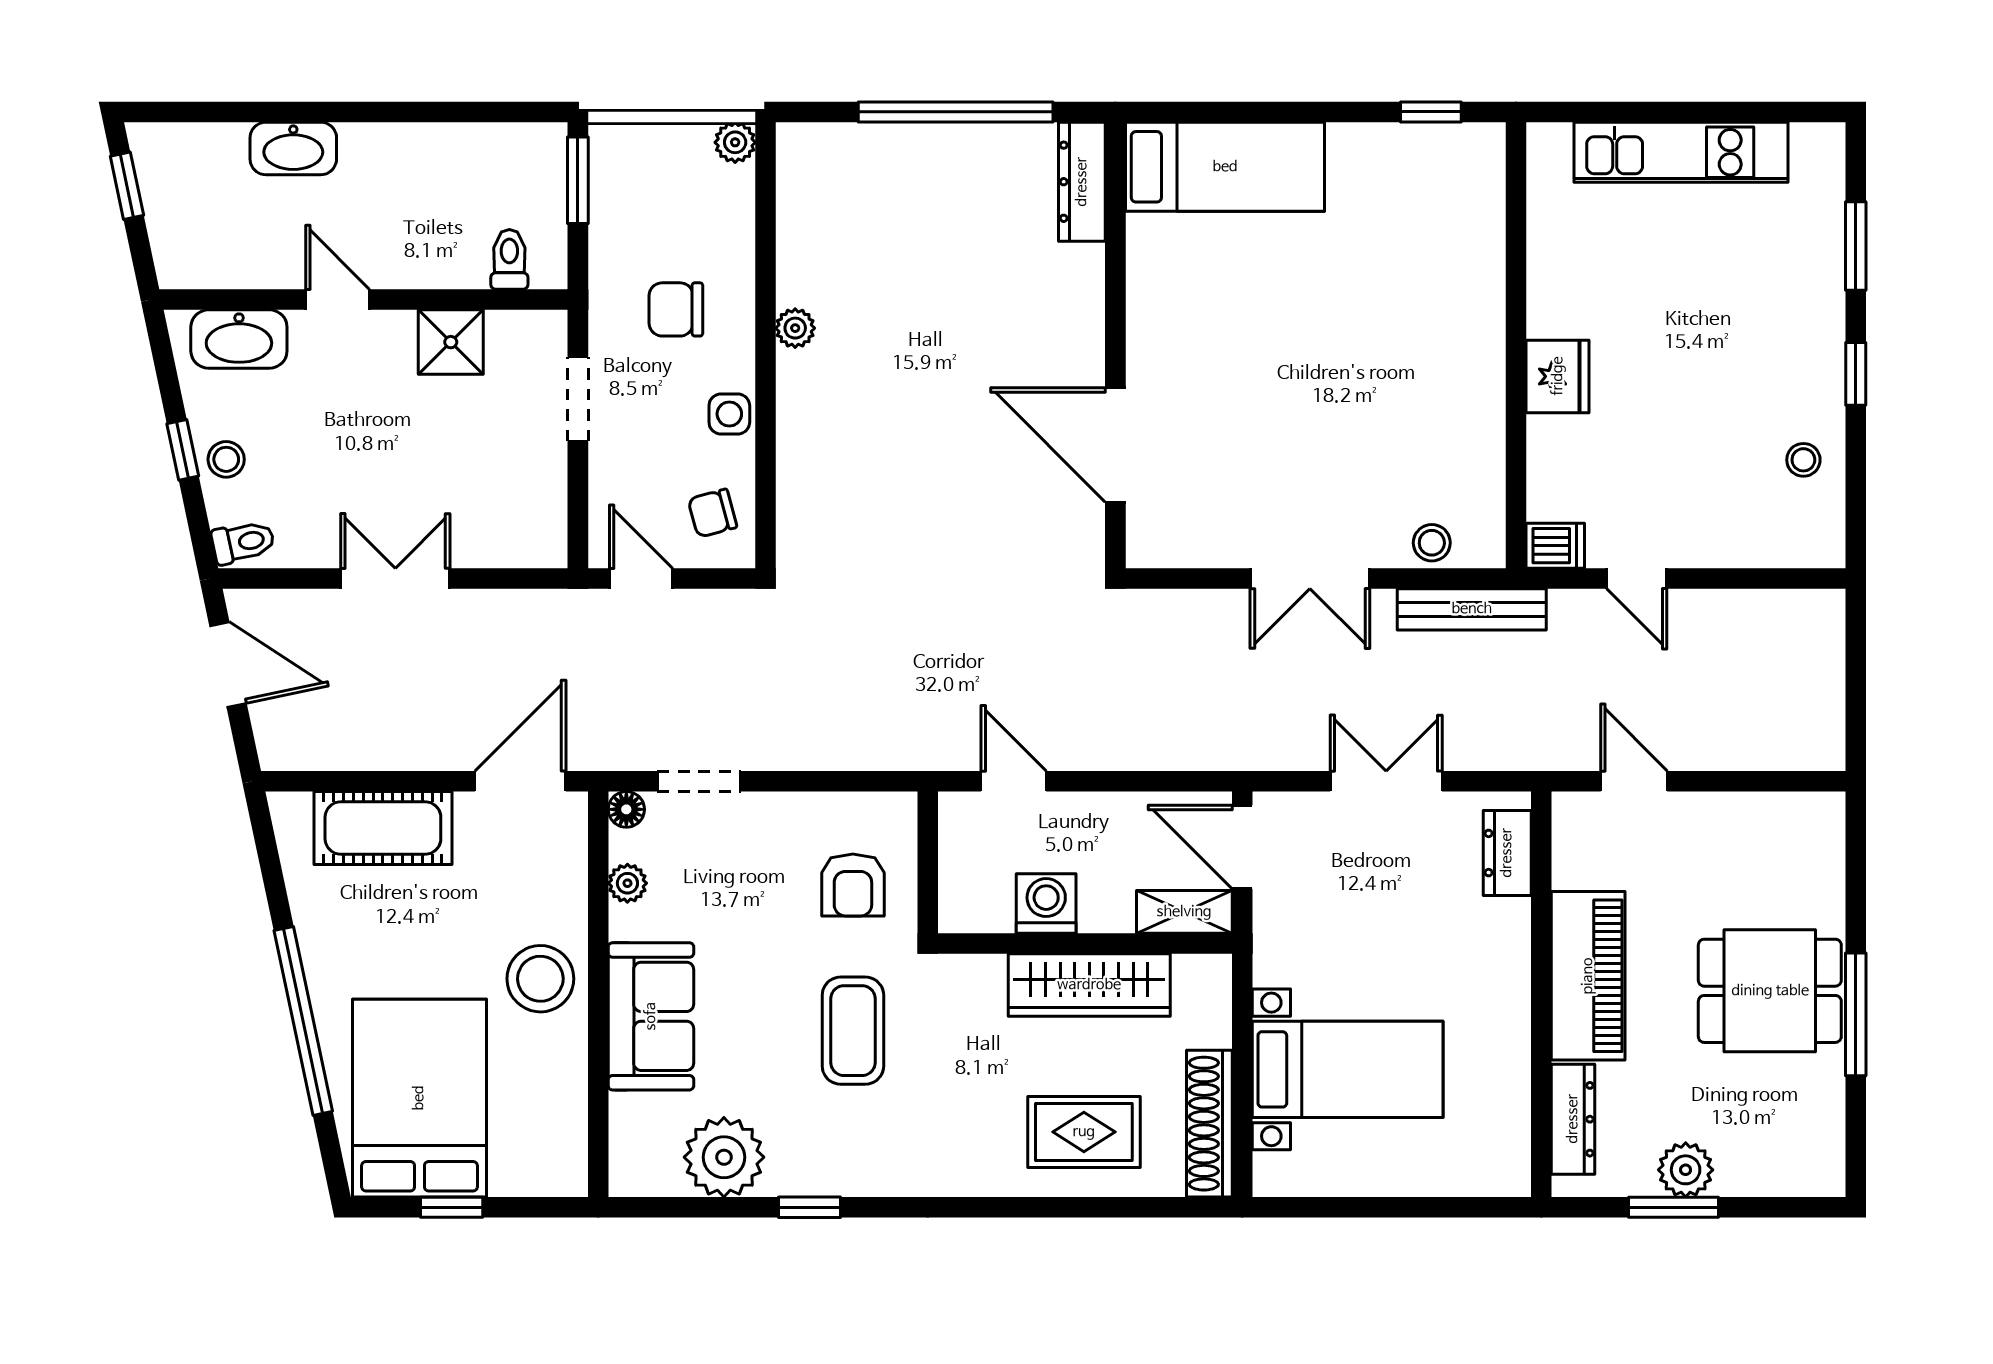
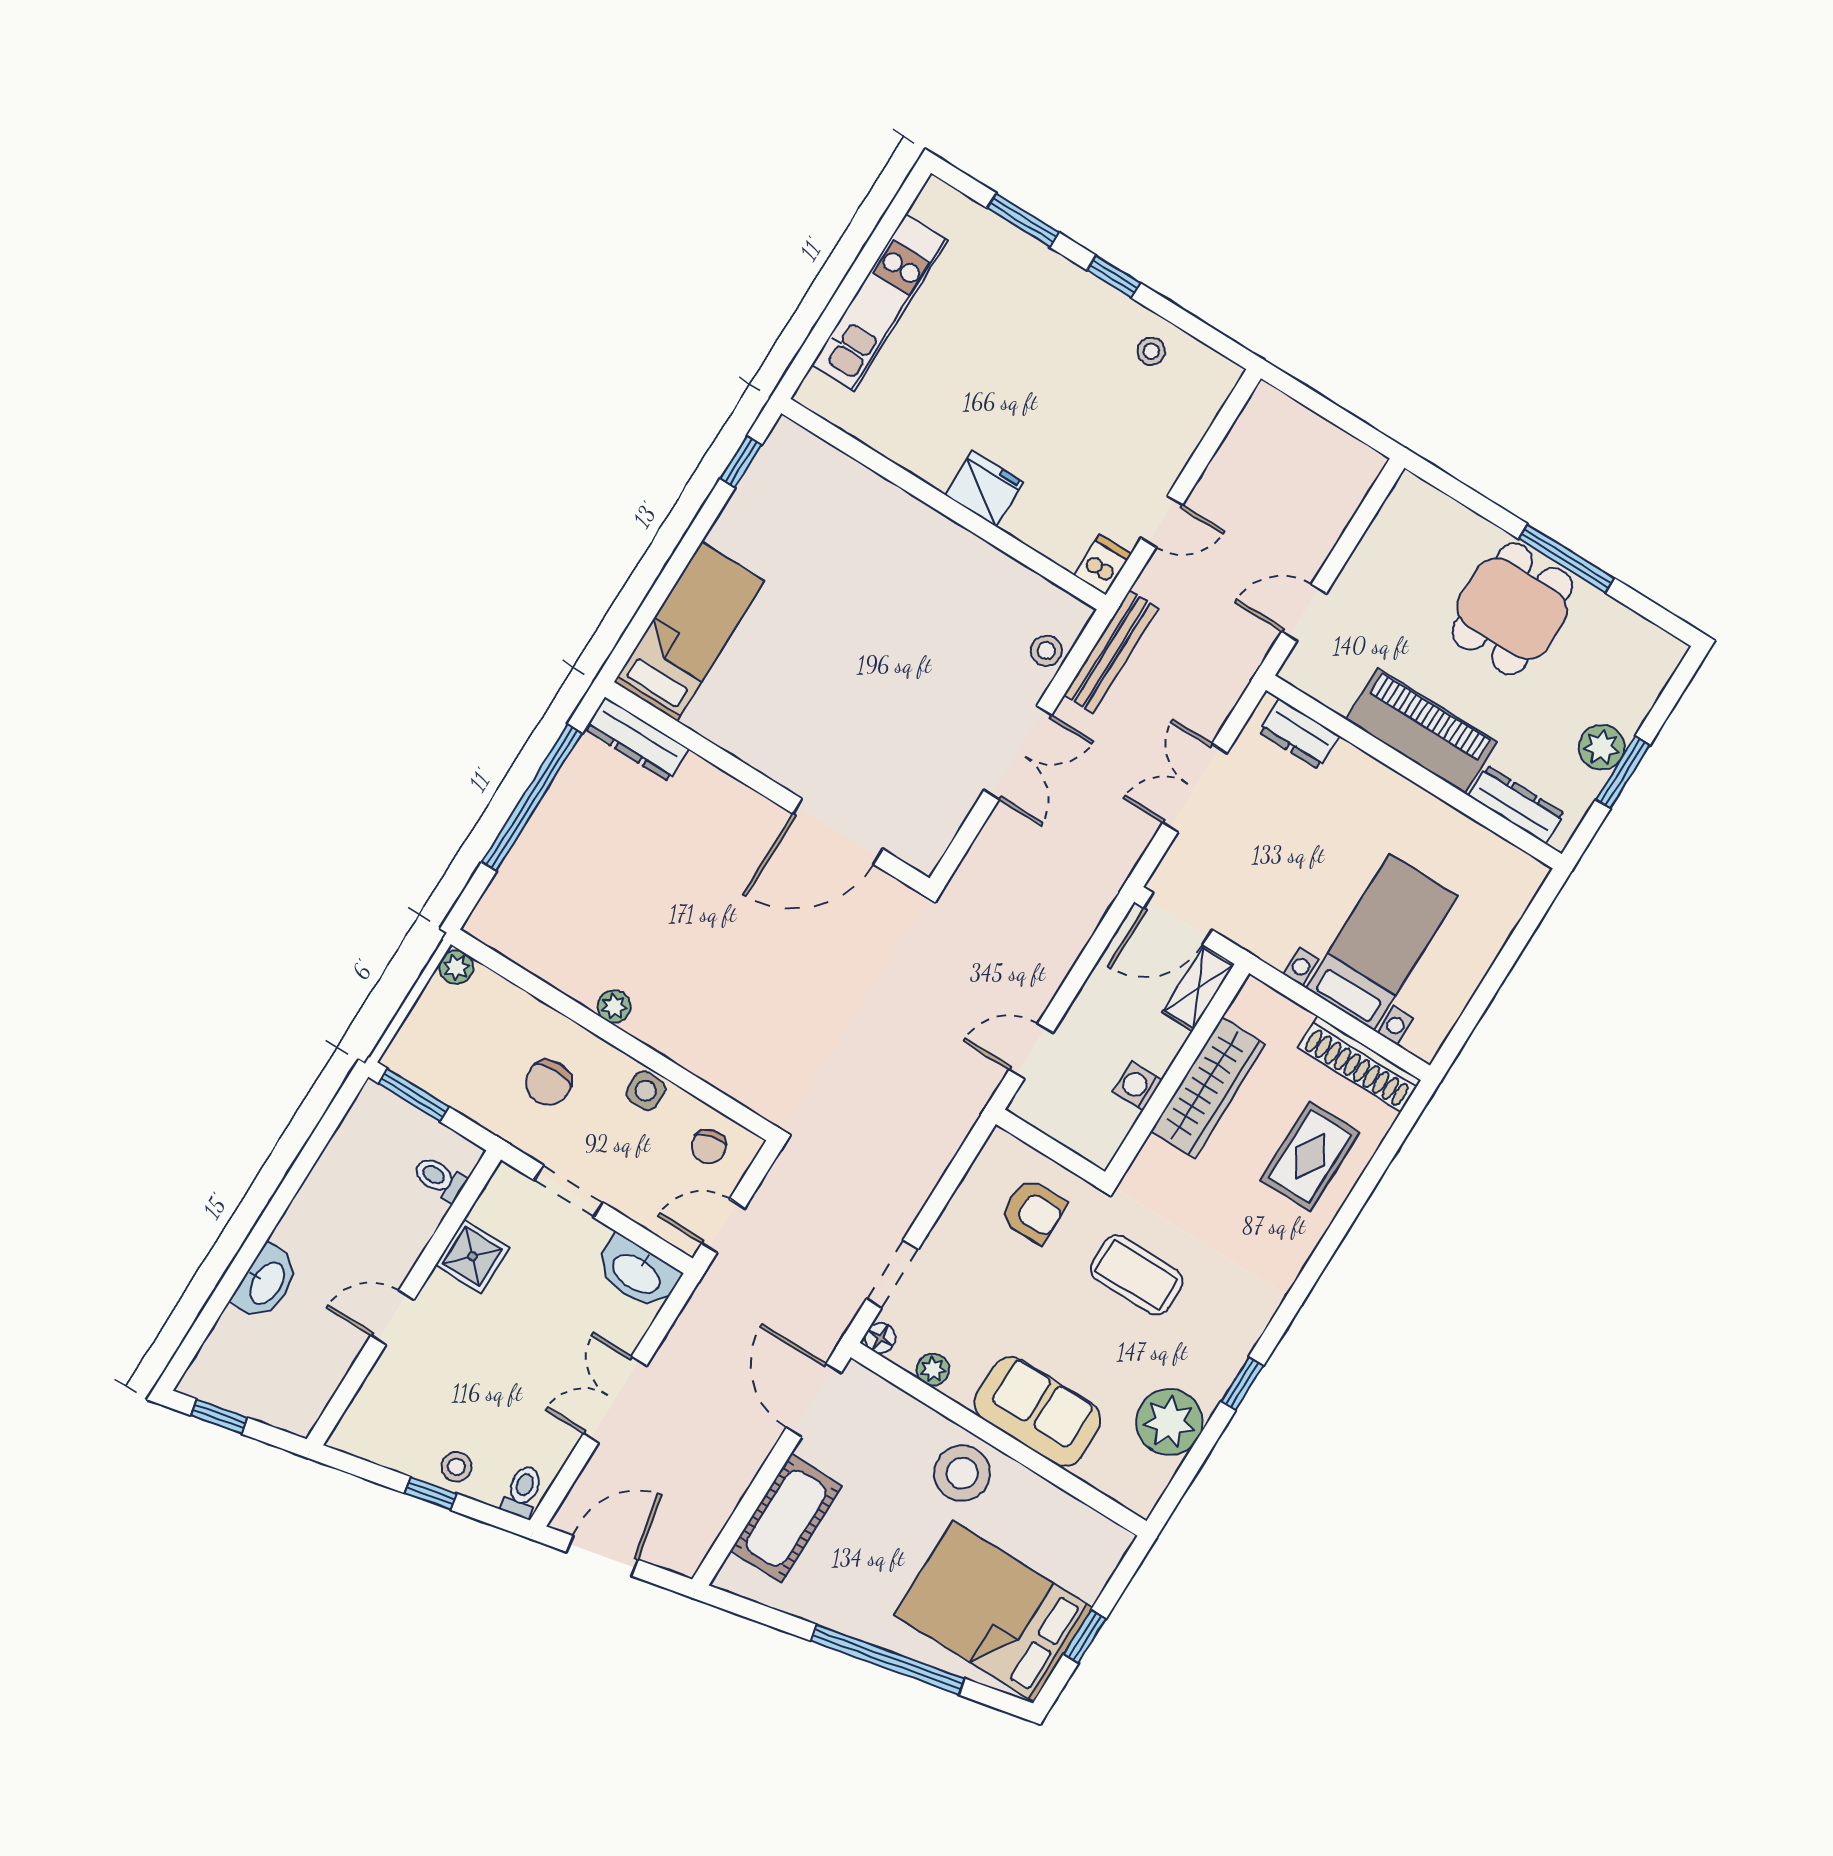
washbasin: (239, 339) -> (637, 1273), moved, turned 90
washing machine: (1046, 904) -> (1137, 1086), width x0.73, depth x0.73

